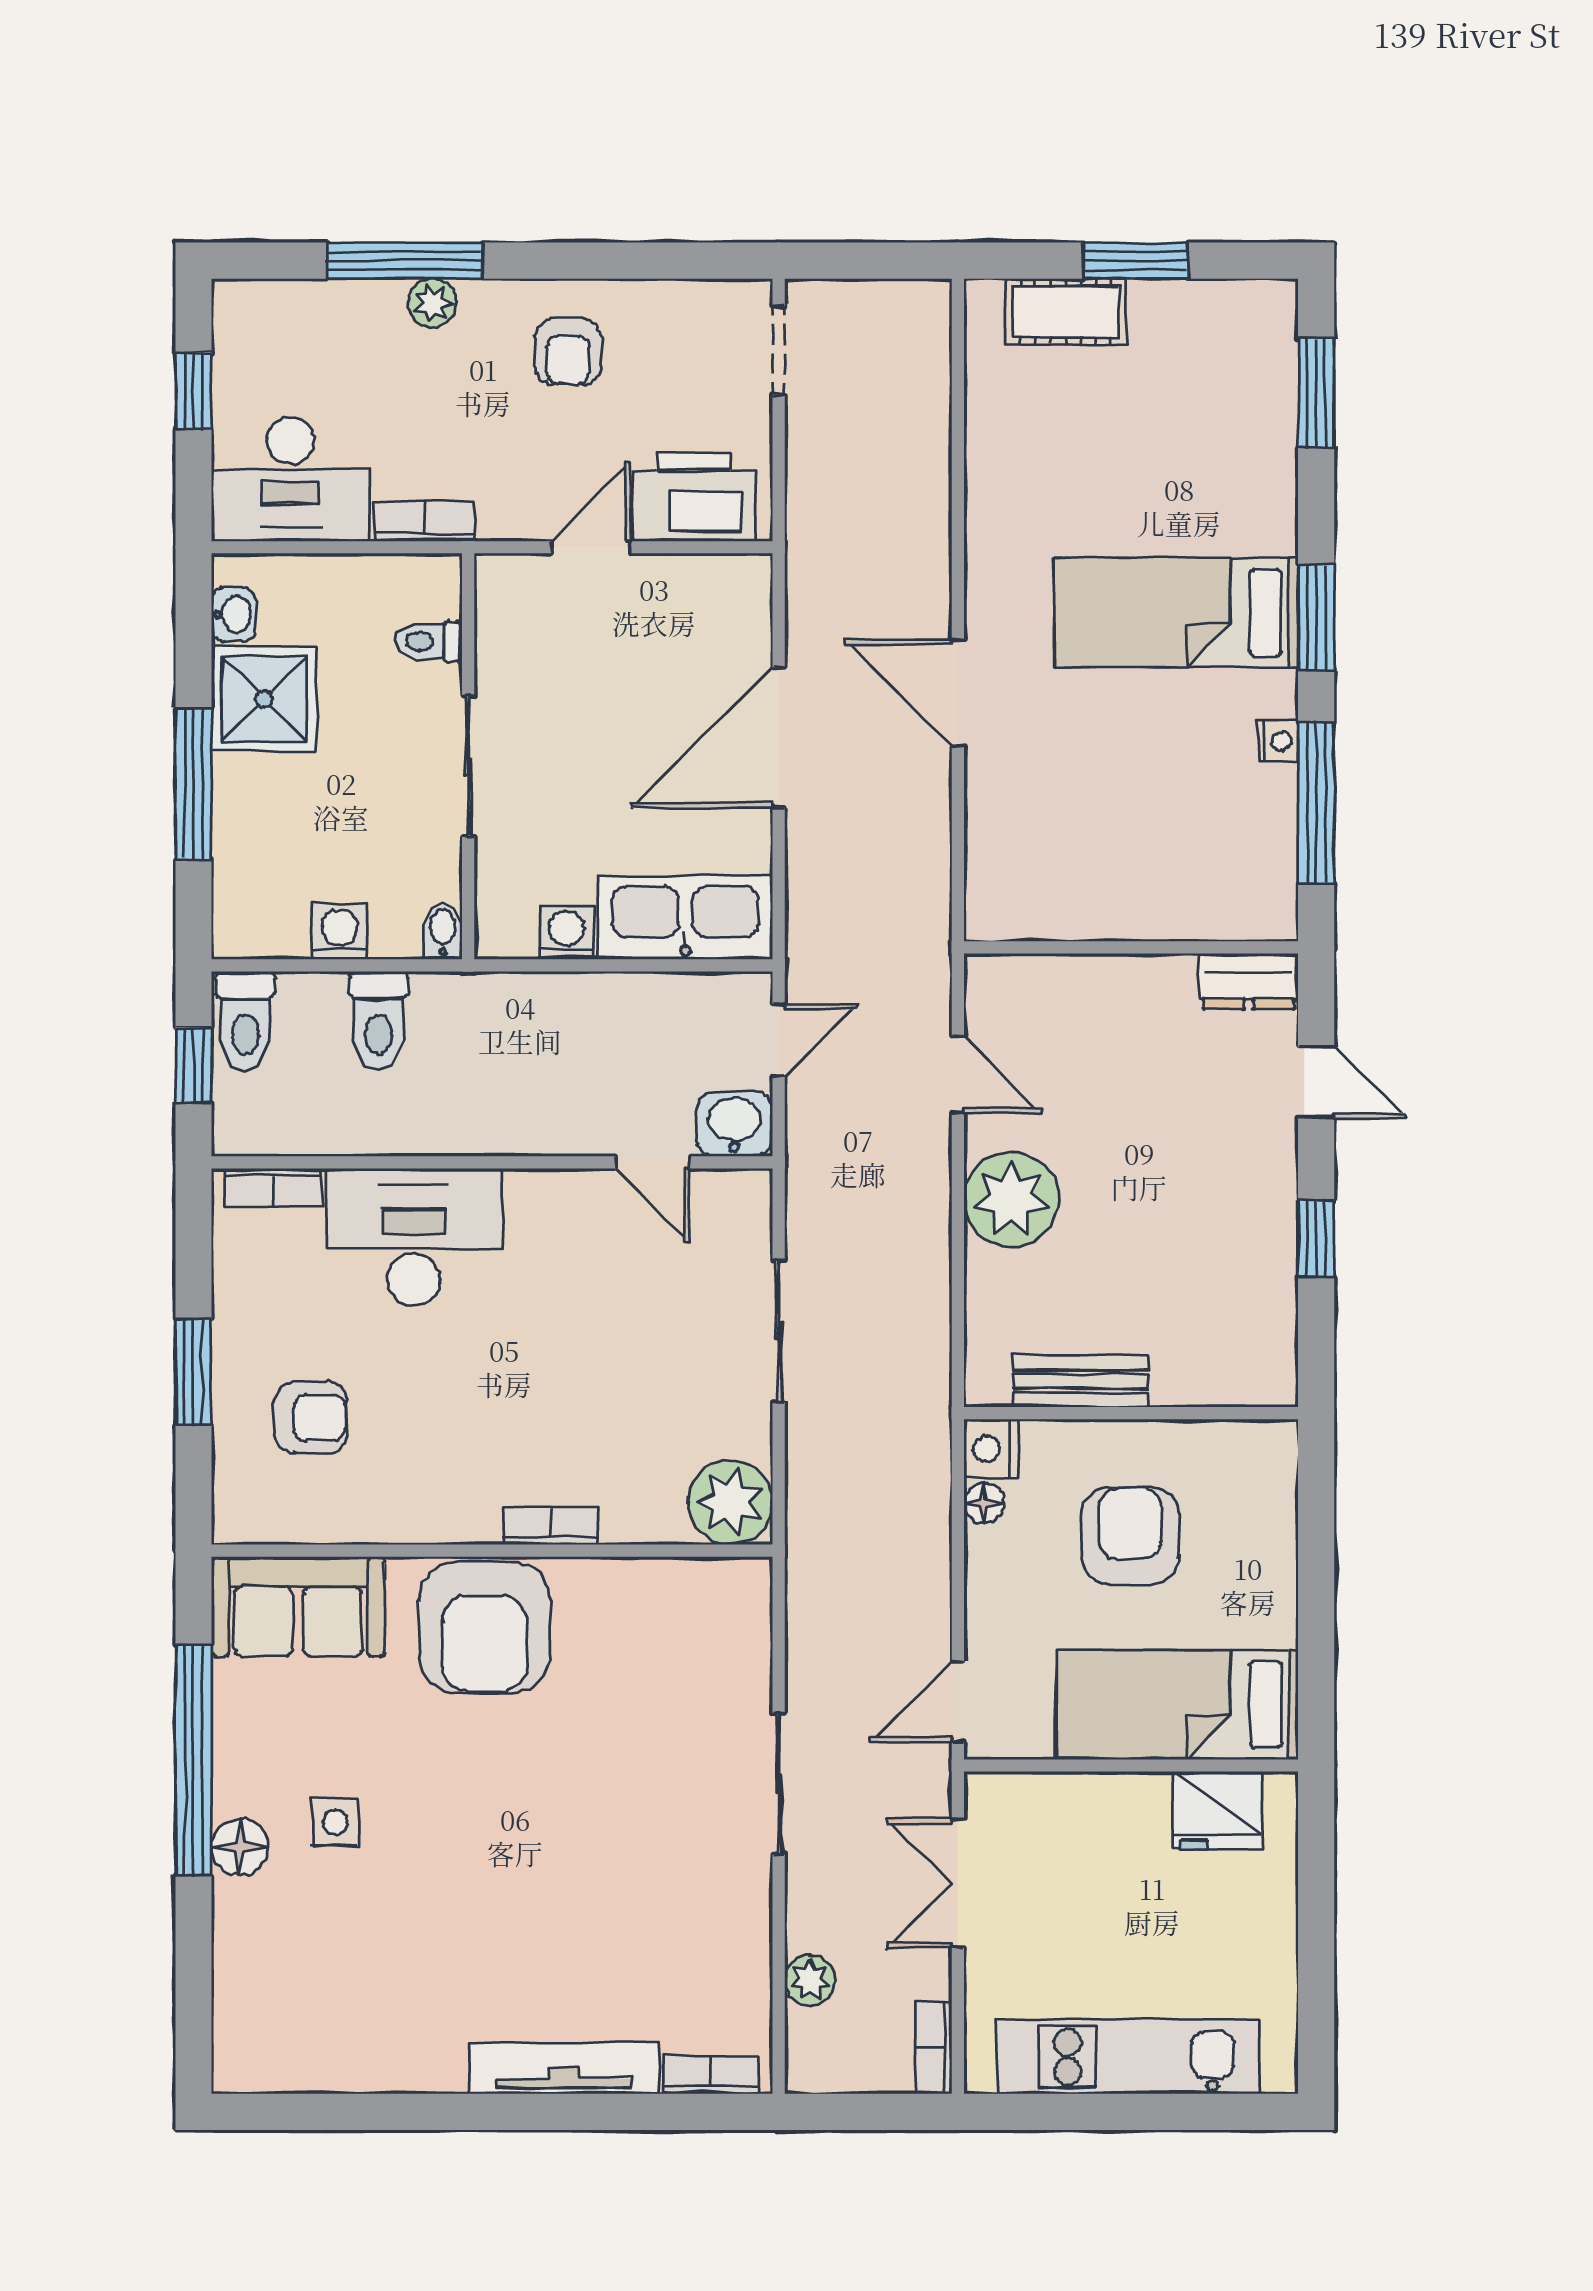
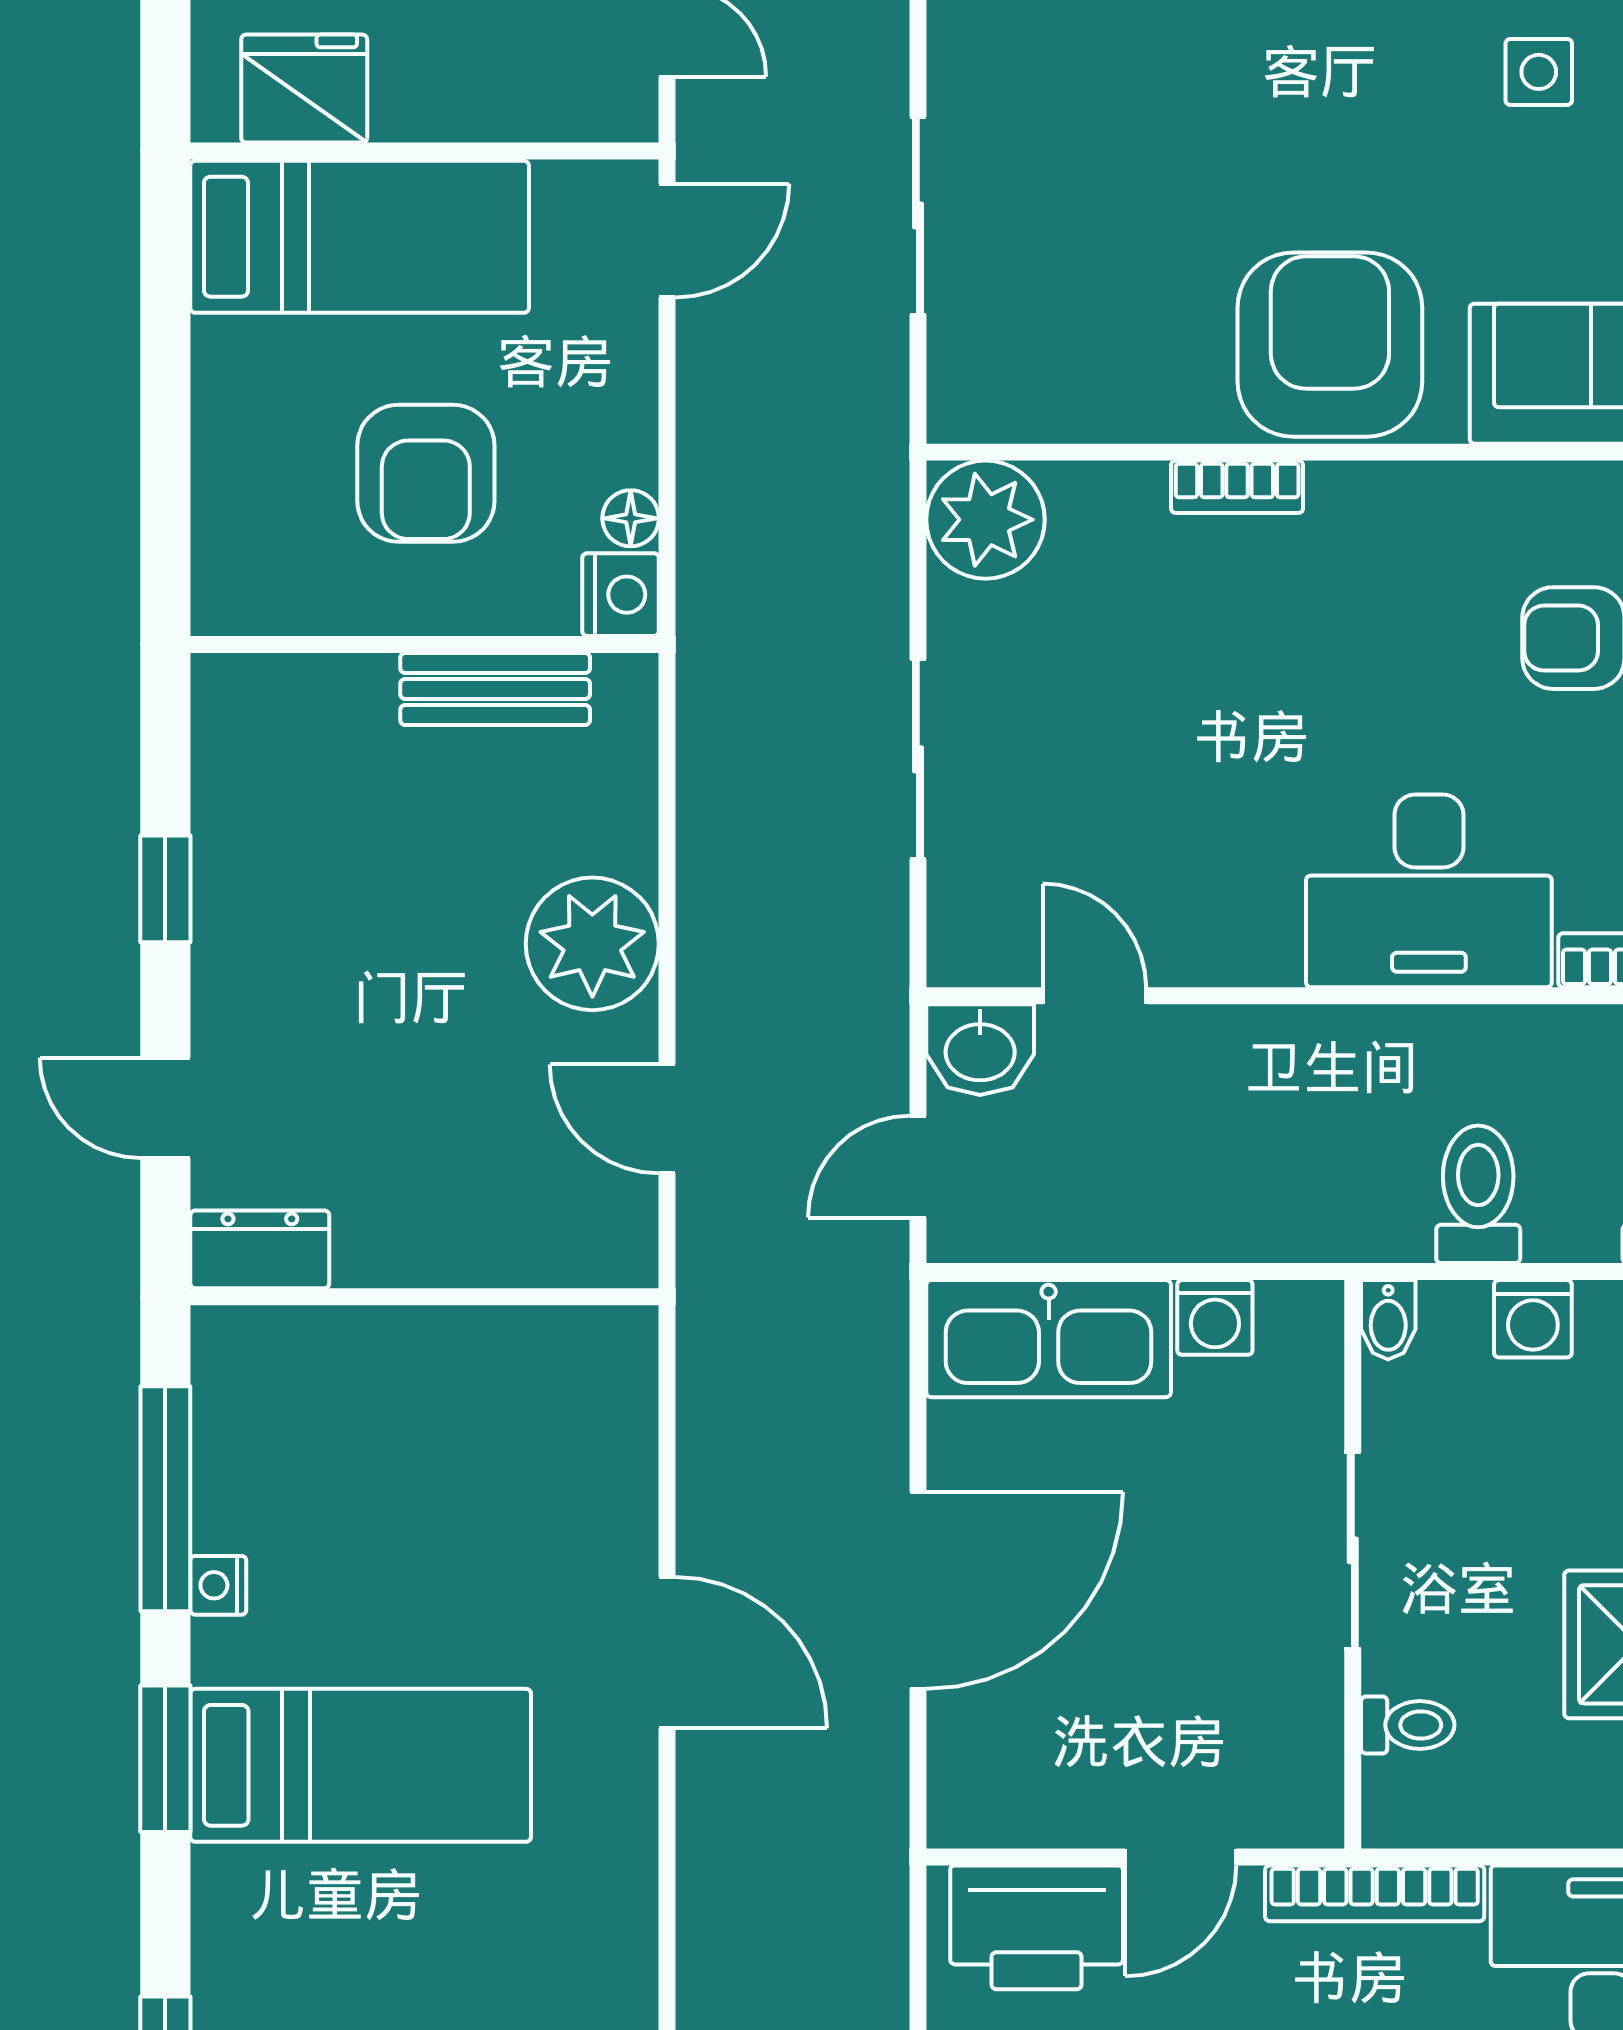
bookcase: (424, 521) -> (1375, 1893), width x1.56
sliding door: (779, 1784) -> (918, 216), moved

